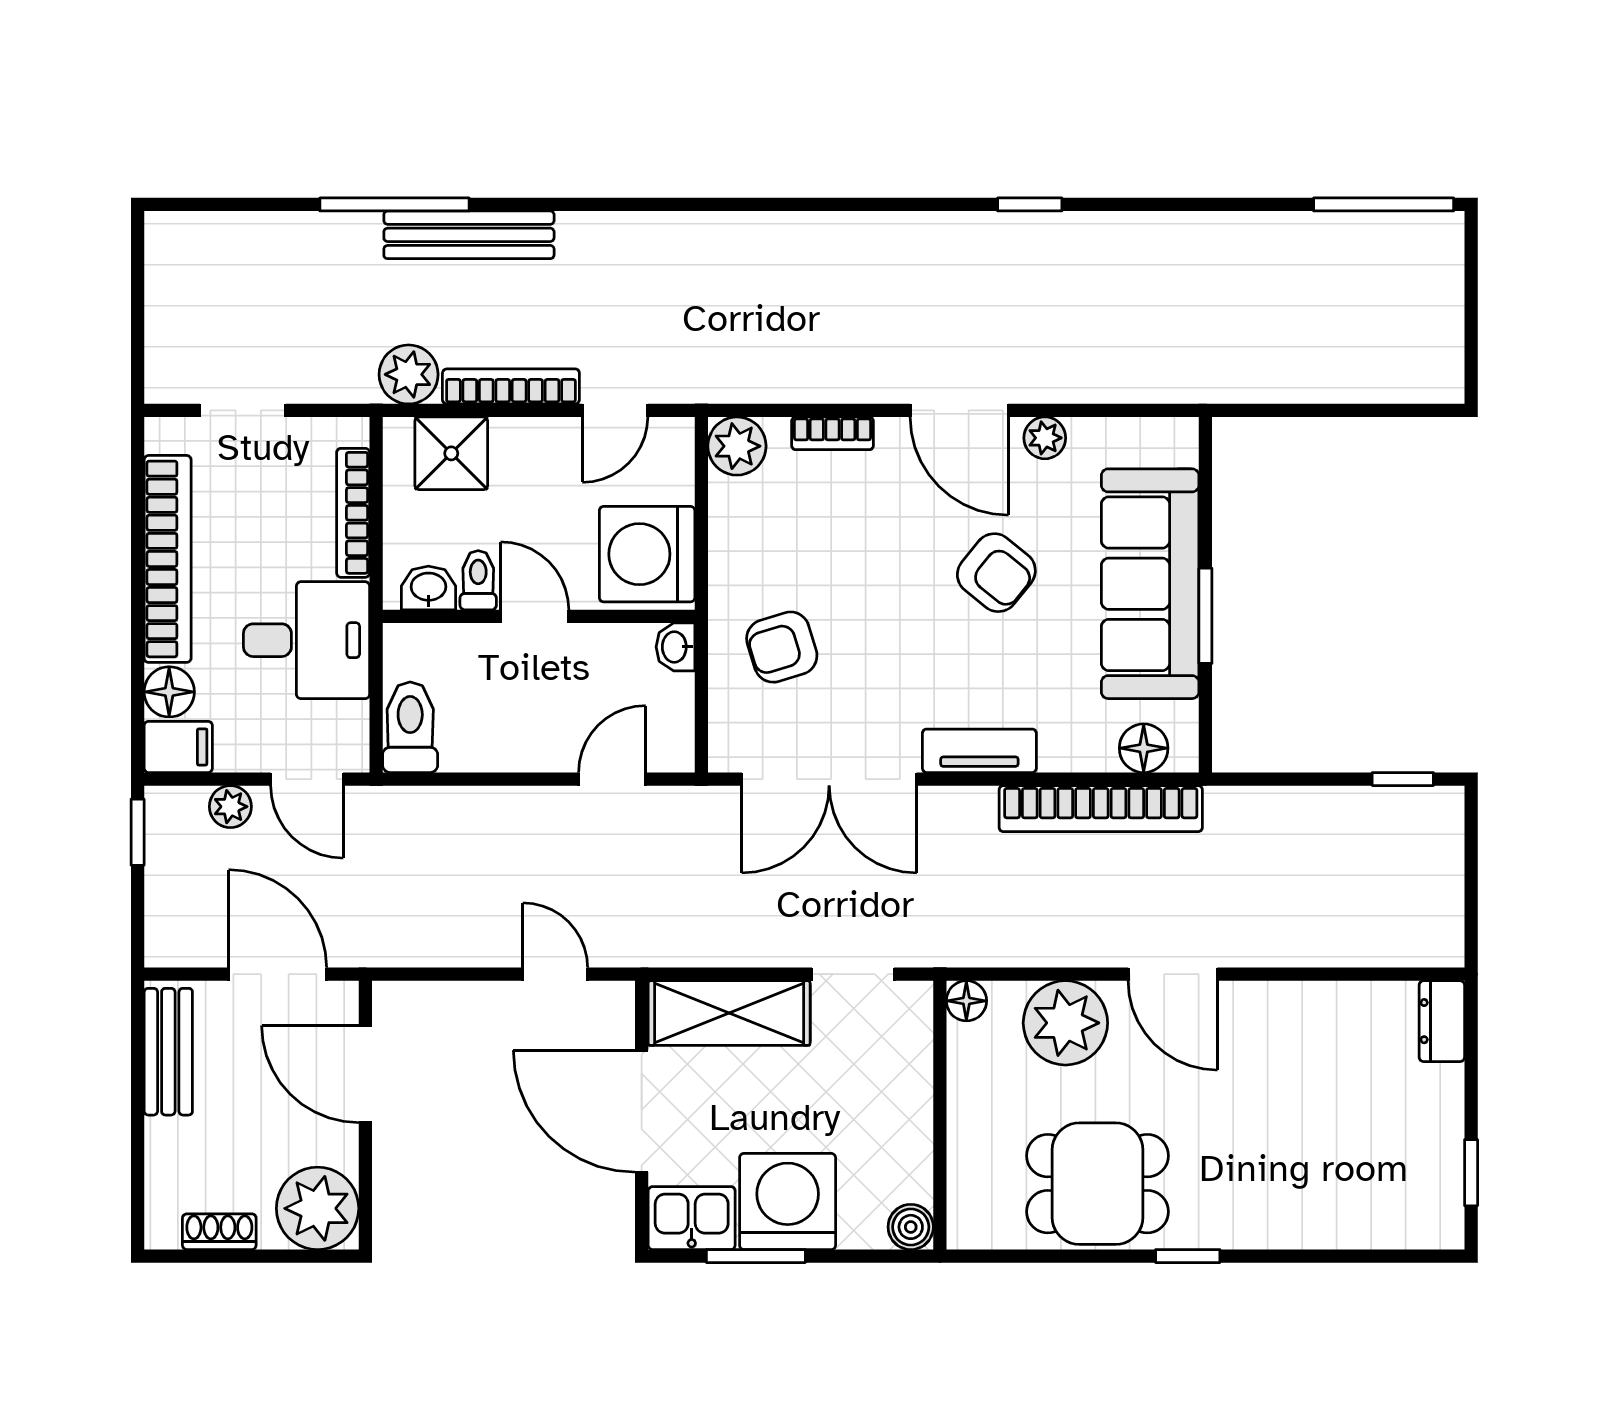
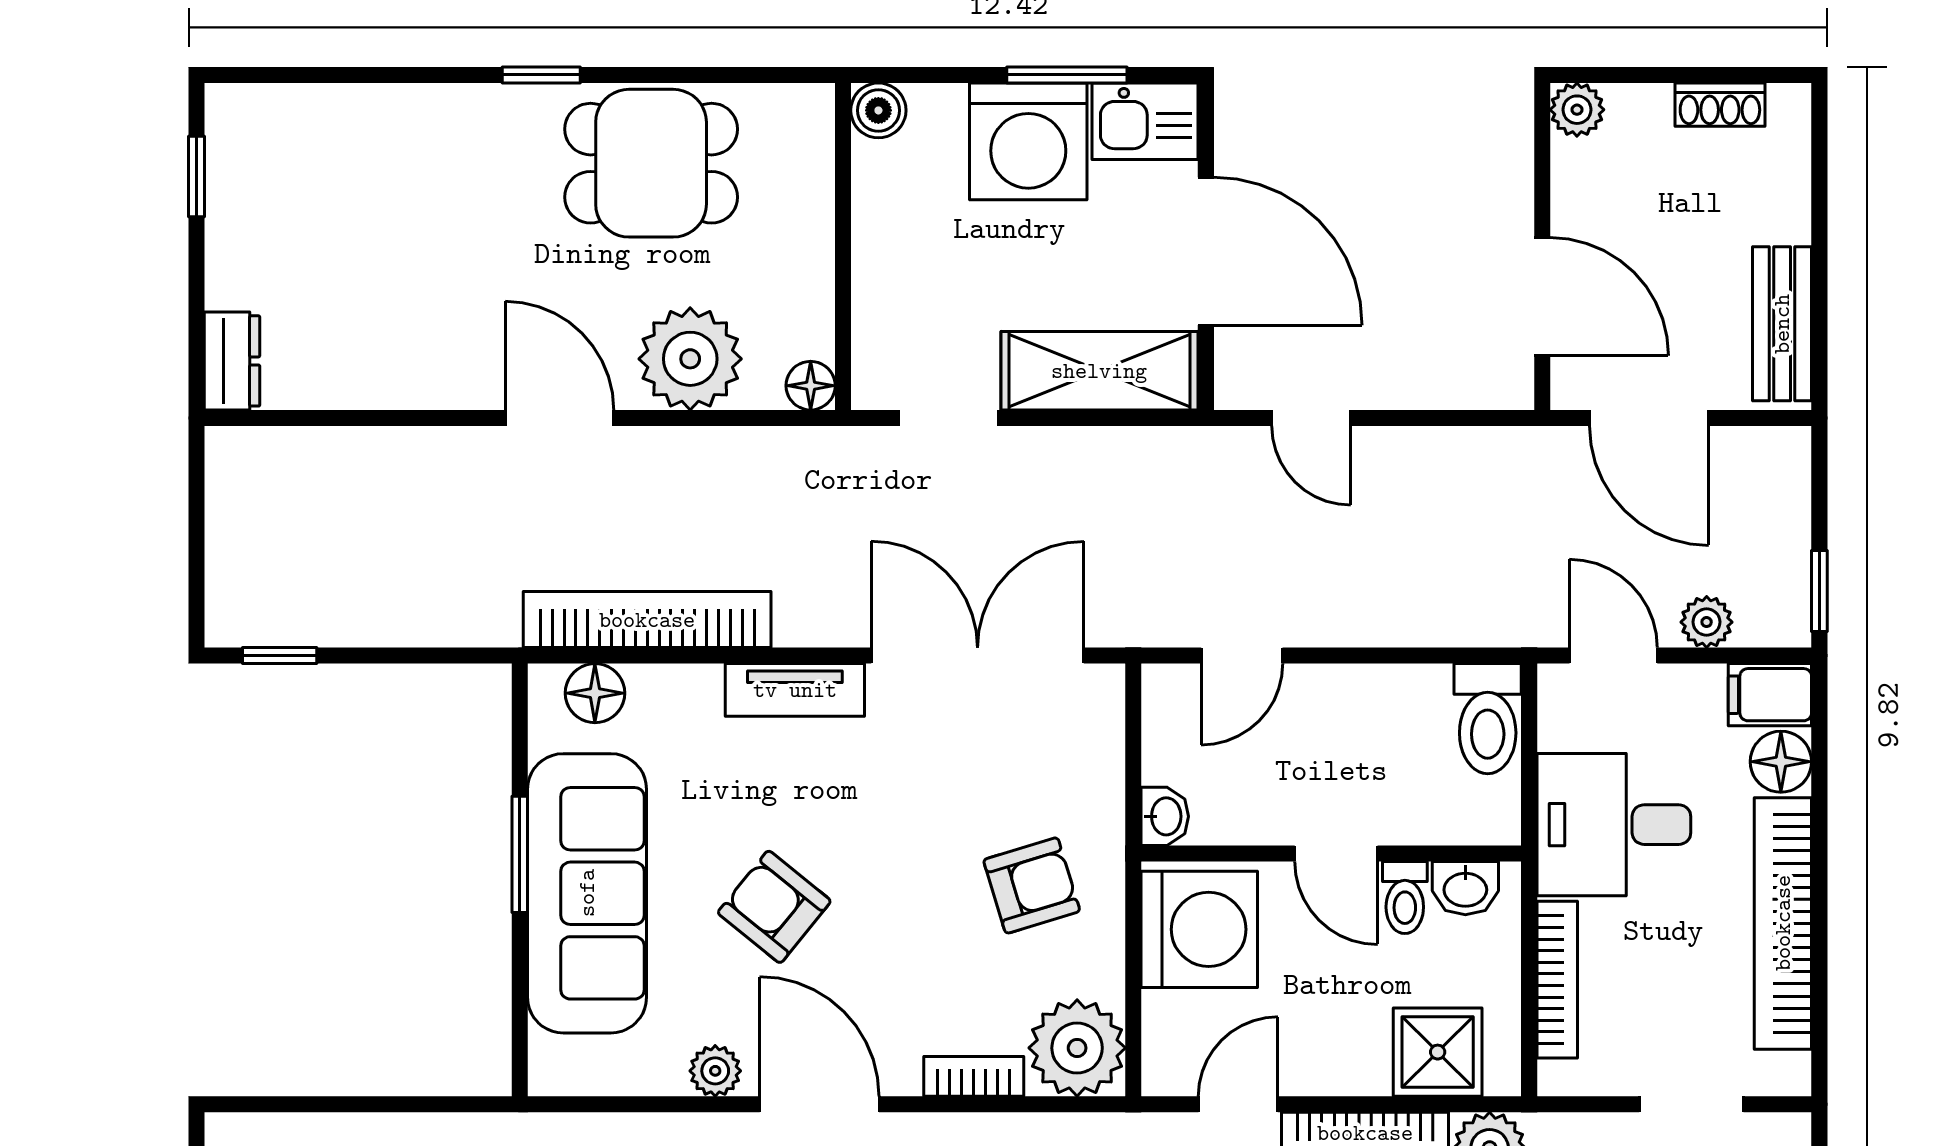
plant: (737, 446) -> (1077, 1048), width x1.36, depth x1.36
armchair: (782, 647) -> (1032, 885), moved
plant: (318, 1208) -> (1577, 110), width x0.53, depth x0.53

